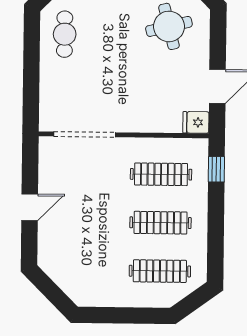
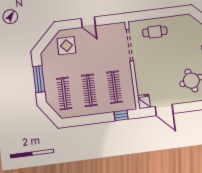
cafe table: (65, 34) -> (155, 32), moved
display table: (69, 255) -> (66, 46), added
window: (126, 315) -> (39, 79), added

